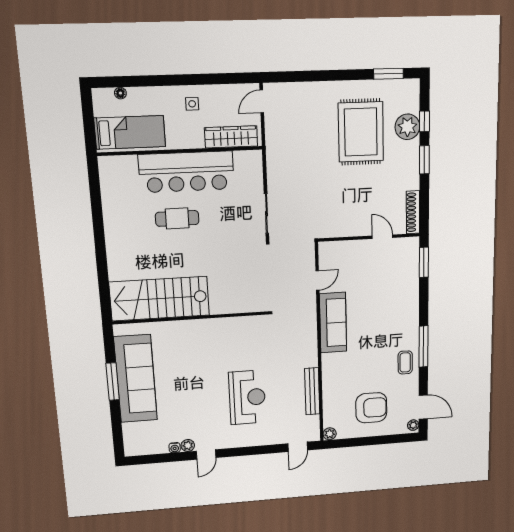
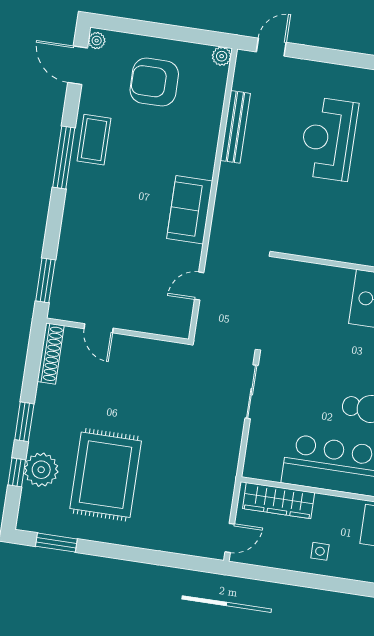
sofa: (333, 323) -> (190, 210), width x0.73
coffee table: (405, 362) -> (94, 140), width x1.36, depth x1.30

